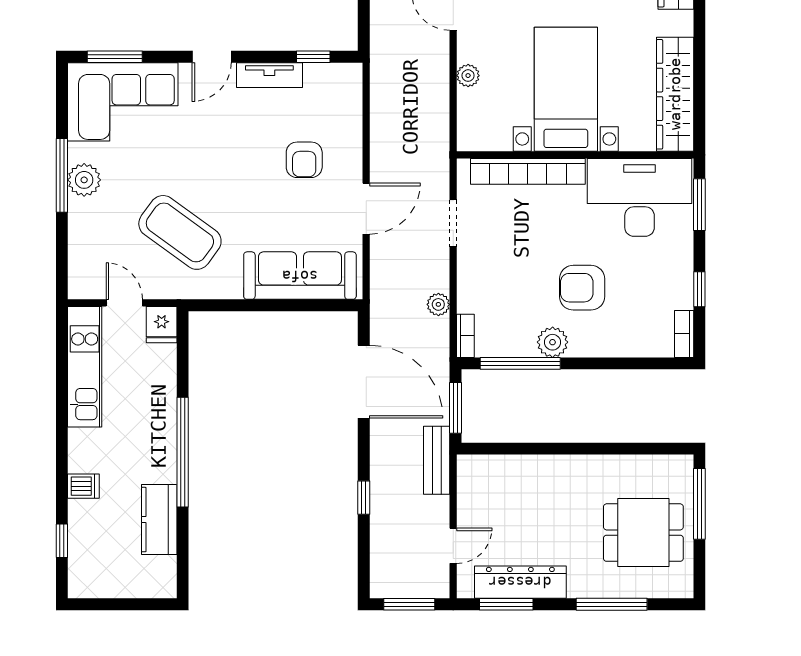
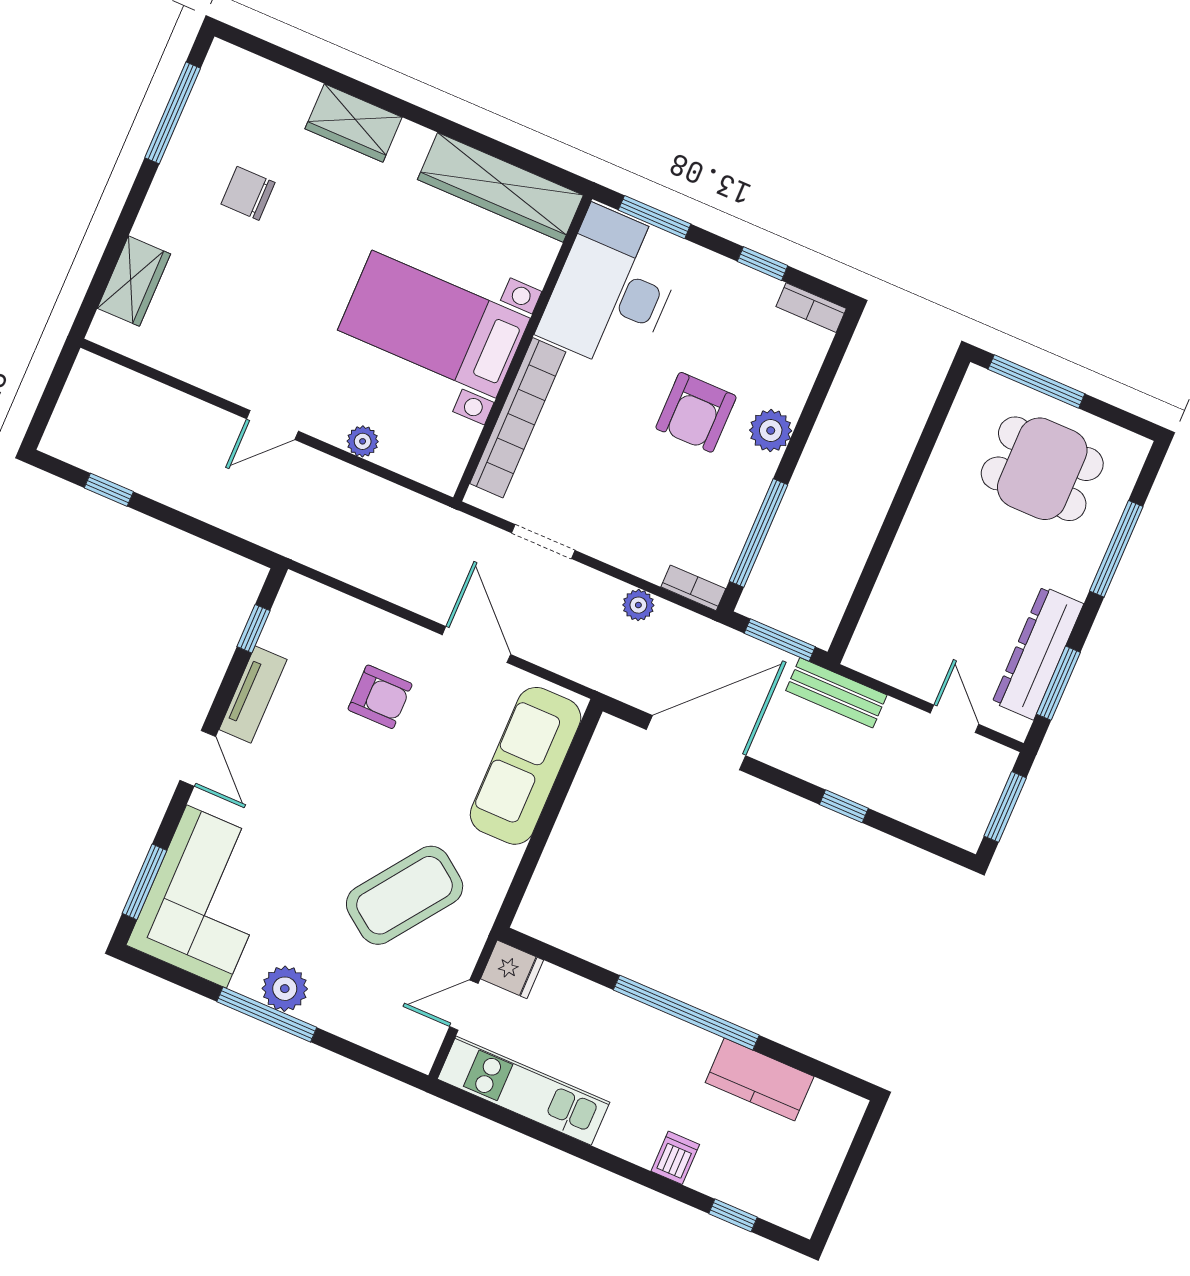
plant: (553, 342) -> (771, 431), moved
dining table: (643, 533) -> (1042, 469), turned 90

